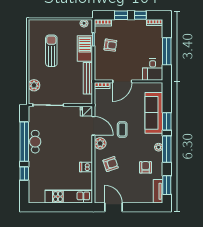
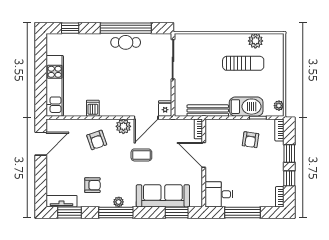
plant: (34, 85) -> (255, 41), moved
window: (167, 121) -> (177, 212), moved
window: (24, 173) -> (70, 28), moved

